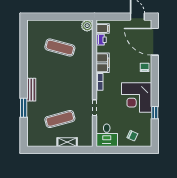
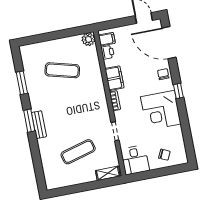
window: (24, 51) -> (22, 83), added
window: (24, 108) -> (29, 121), moved
window: (155, 113) -> (178, 91), moved
shelving: (67, 142) -> (108, 173), moved

